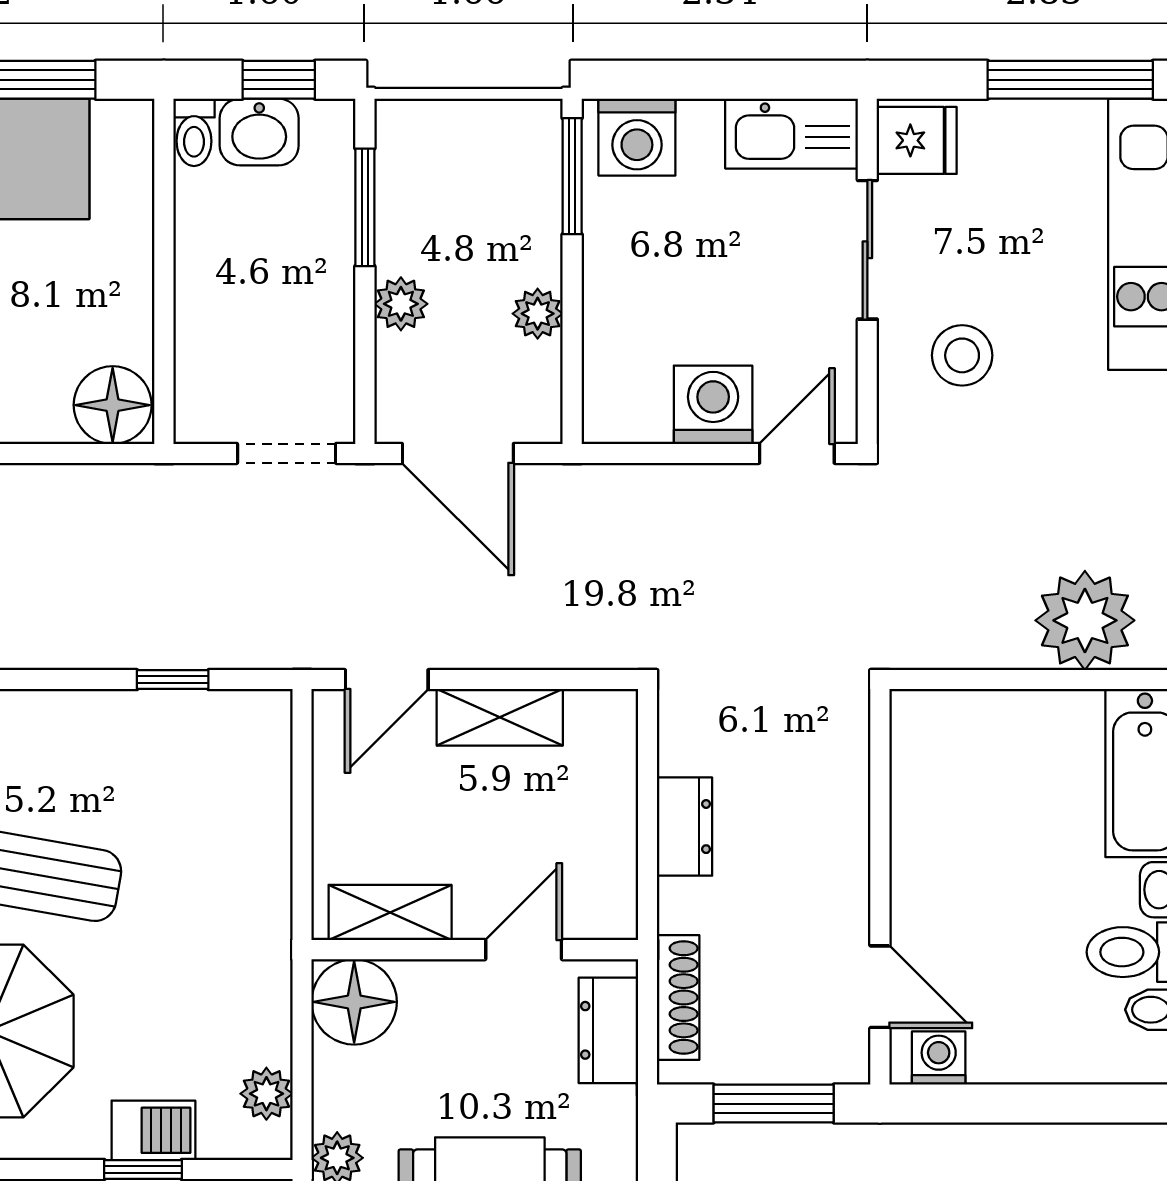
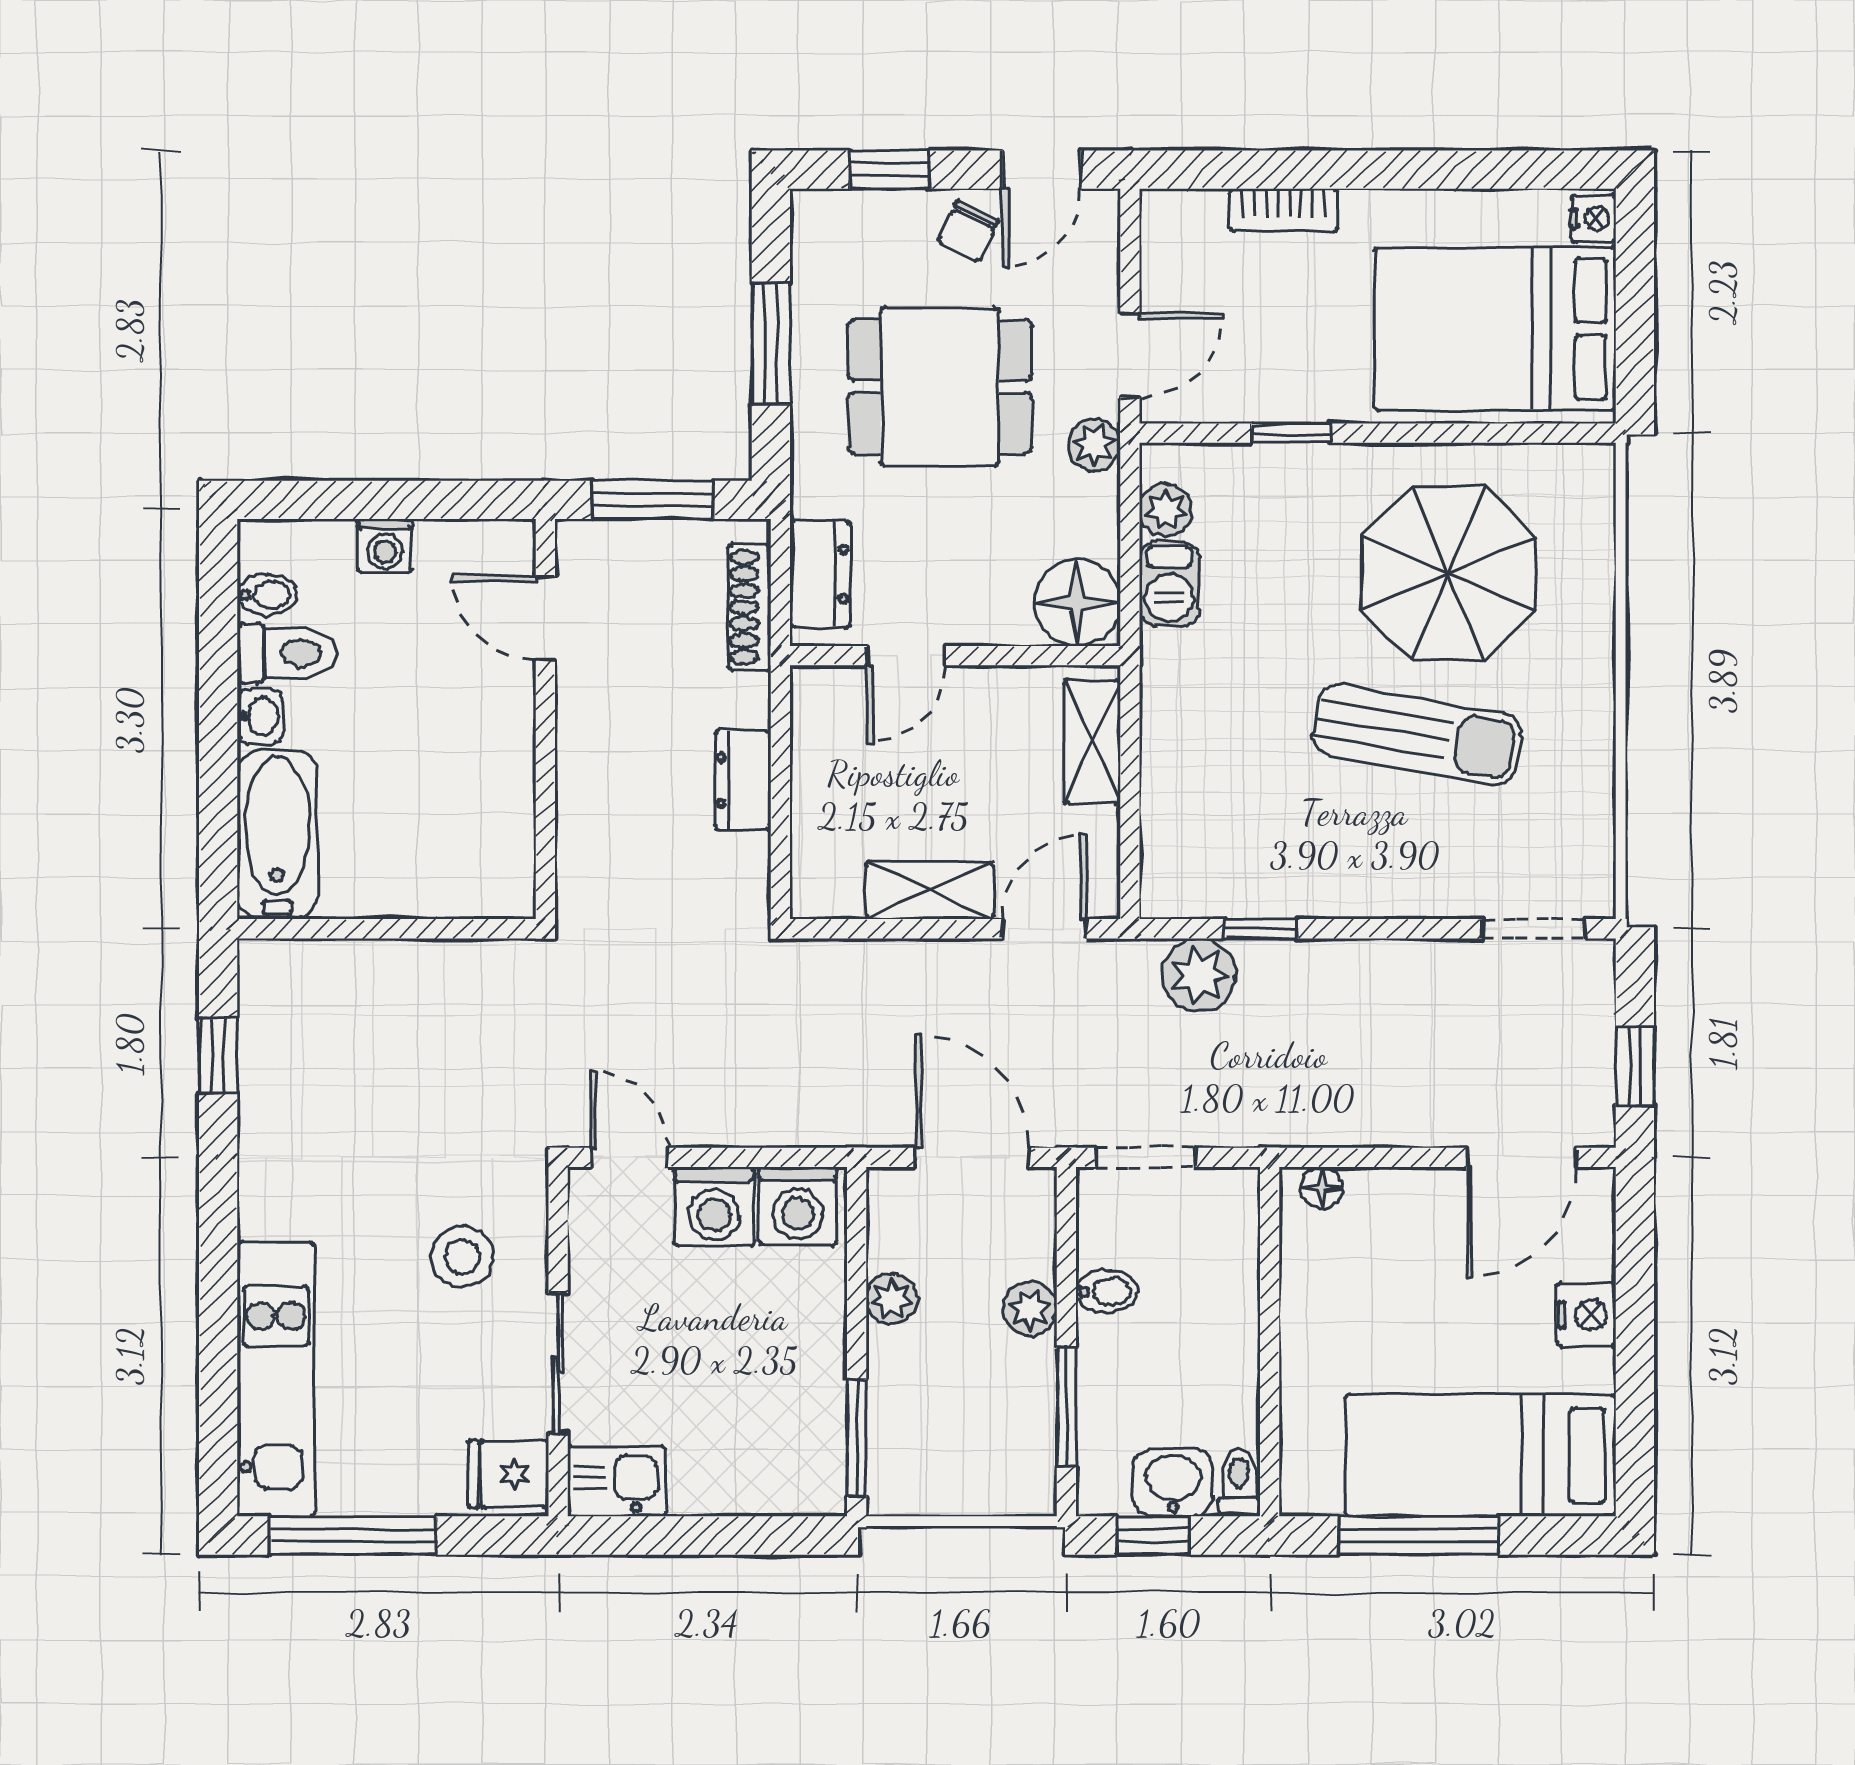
kitchen sink: (792, 134) -> (616, 1481), width x0.73
washing machine: (637, 137) -> (798, 1206), moved, turned 180
bidet: (325, 321) -> (1107, 1292), added
floor lamp: (113, 405) -> (1321, 1188), width x0.53, depth x0.53
door: (797, 453) -> (629, 1157), swing flipped
plant: (1085, 620) -> (1199, 975), moved, width x0.73, depth x0.73
shelving: (390, 913) -> (1092, 742), moved, turned 90
washing machine: (939, 1058) -> (385, 546), moved
barbecue: (153, 1130) -> (1169, 584), moved, turned -90

